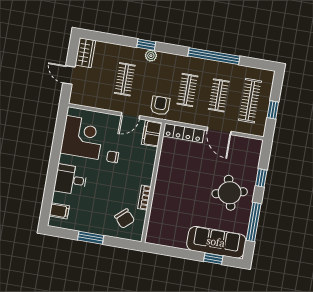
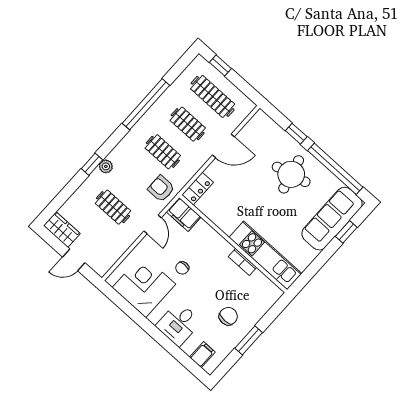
window: (273, 110) -> (220, 65), moved
locker: (183, 133) -> (198, 189), width x0.66
kitchen unit: (159, 211) -> (265, 255), added
chair: (125, 219) -> (228, 316), moved, turned -48
window: (254, 222) -> (335, 169), width x1.46

